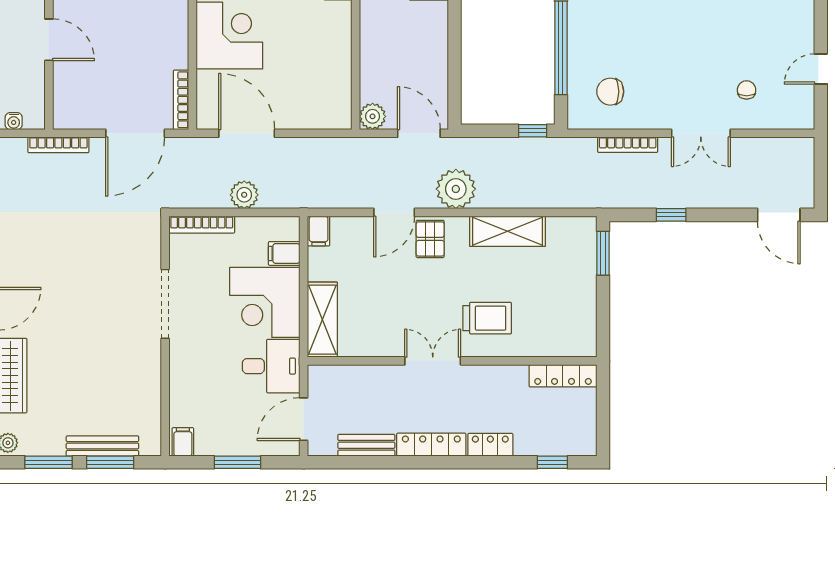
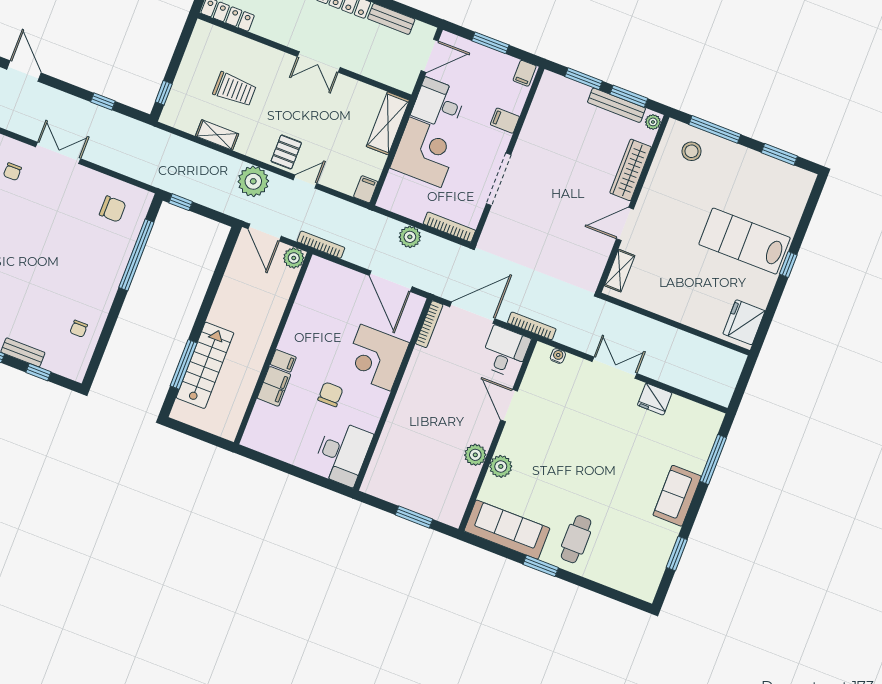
desk: (78, 102) -> (505, 352), added
bookcase: (628, 145) -> (321, 245), moved
door: (394, 212) -> (305, 182), width x0.73
shelving: (508, 231) -> (217, 135), width x0.67, depth x0.75
filing cabinet: (284, 253) -> (505, 121), moved, turned 180
window: (603, 253) -> (164, 93), width x0.67
trolley: (487, 318) -> (235, 89), moved, turned 180
bench: (102, 446) -> (617, 105), moved

